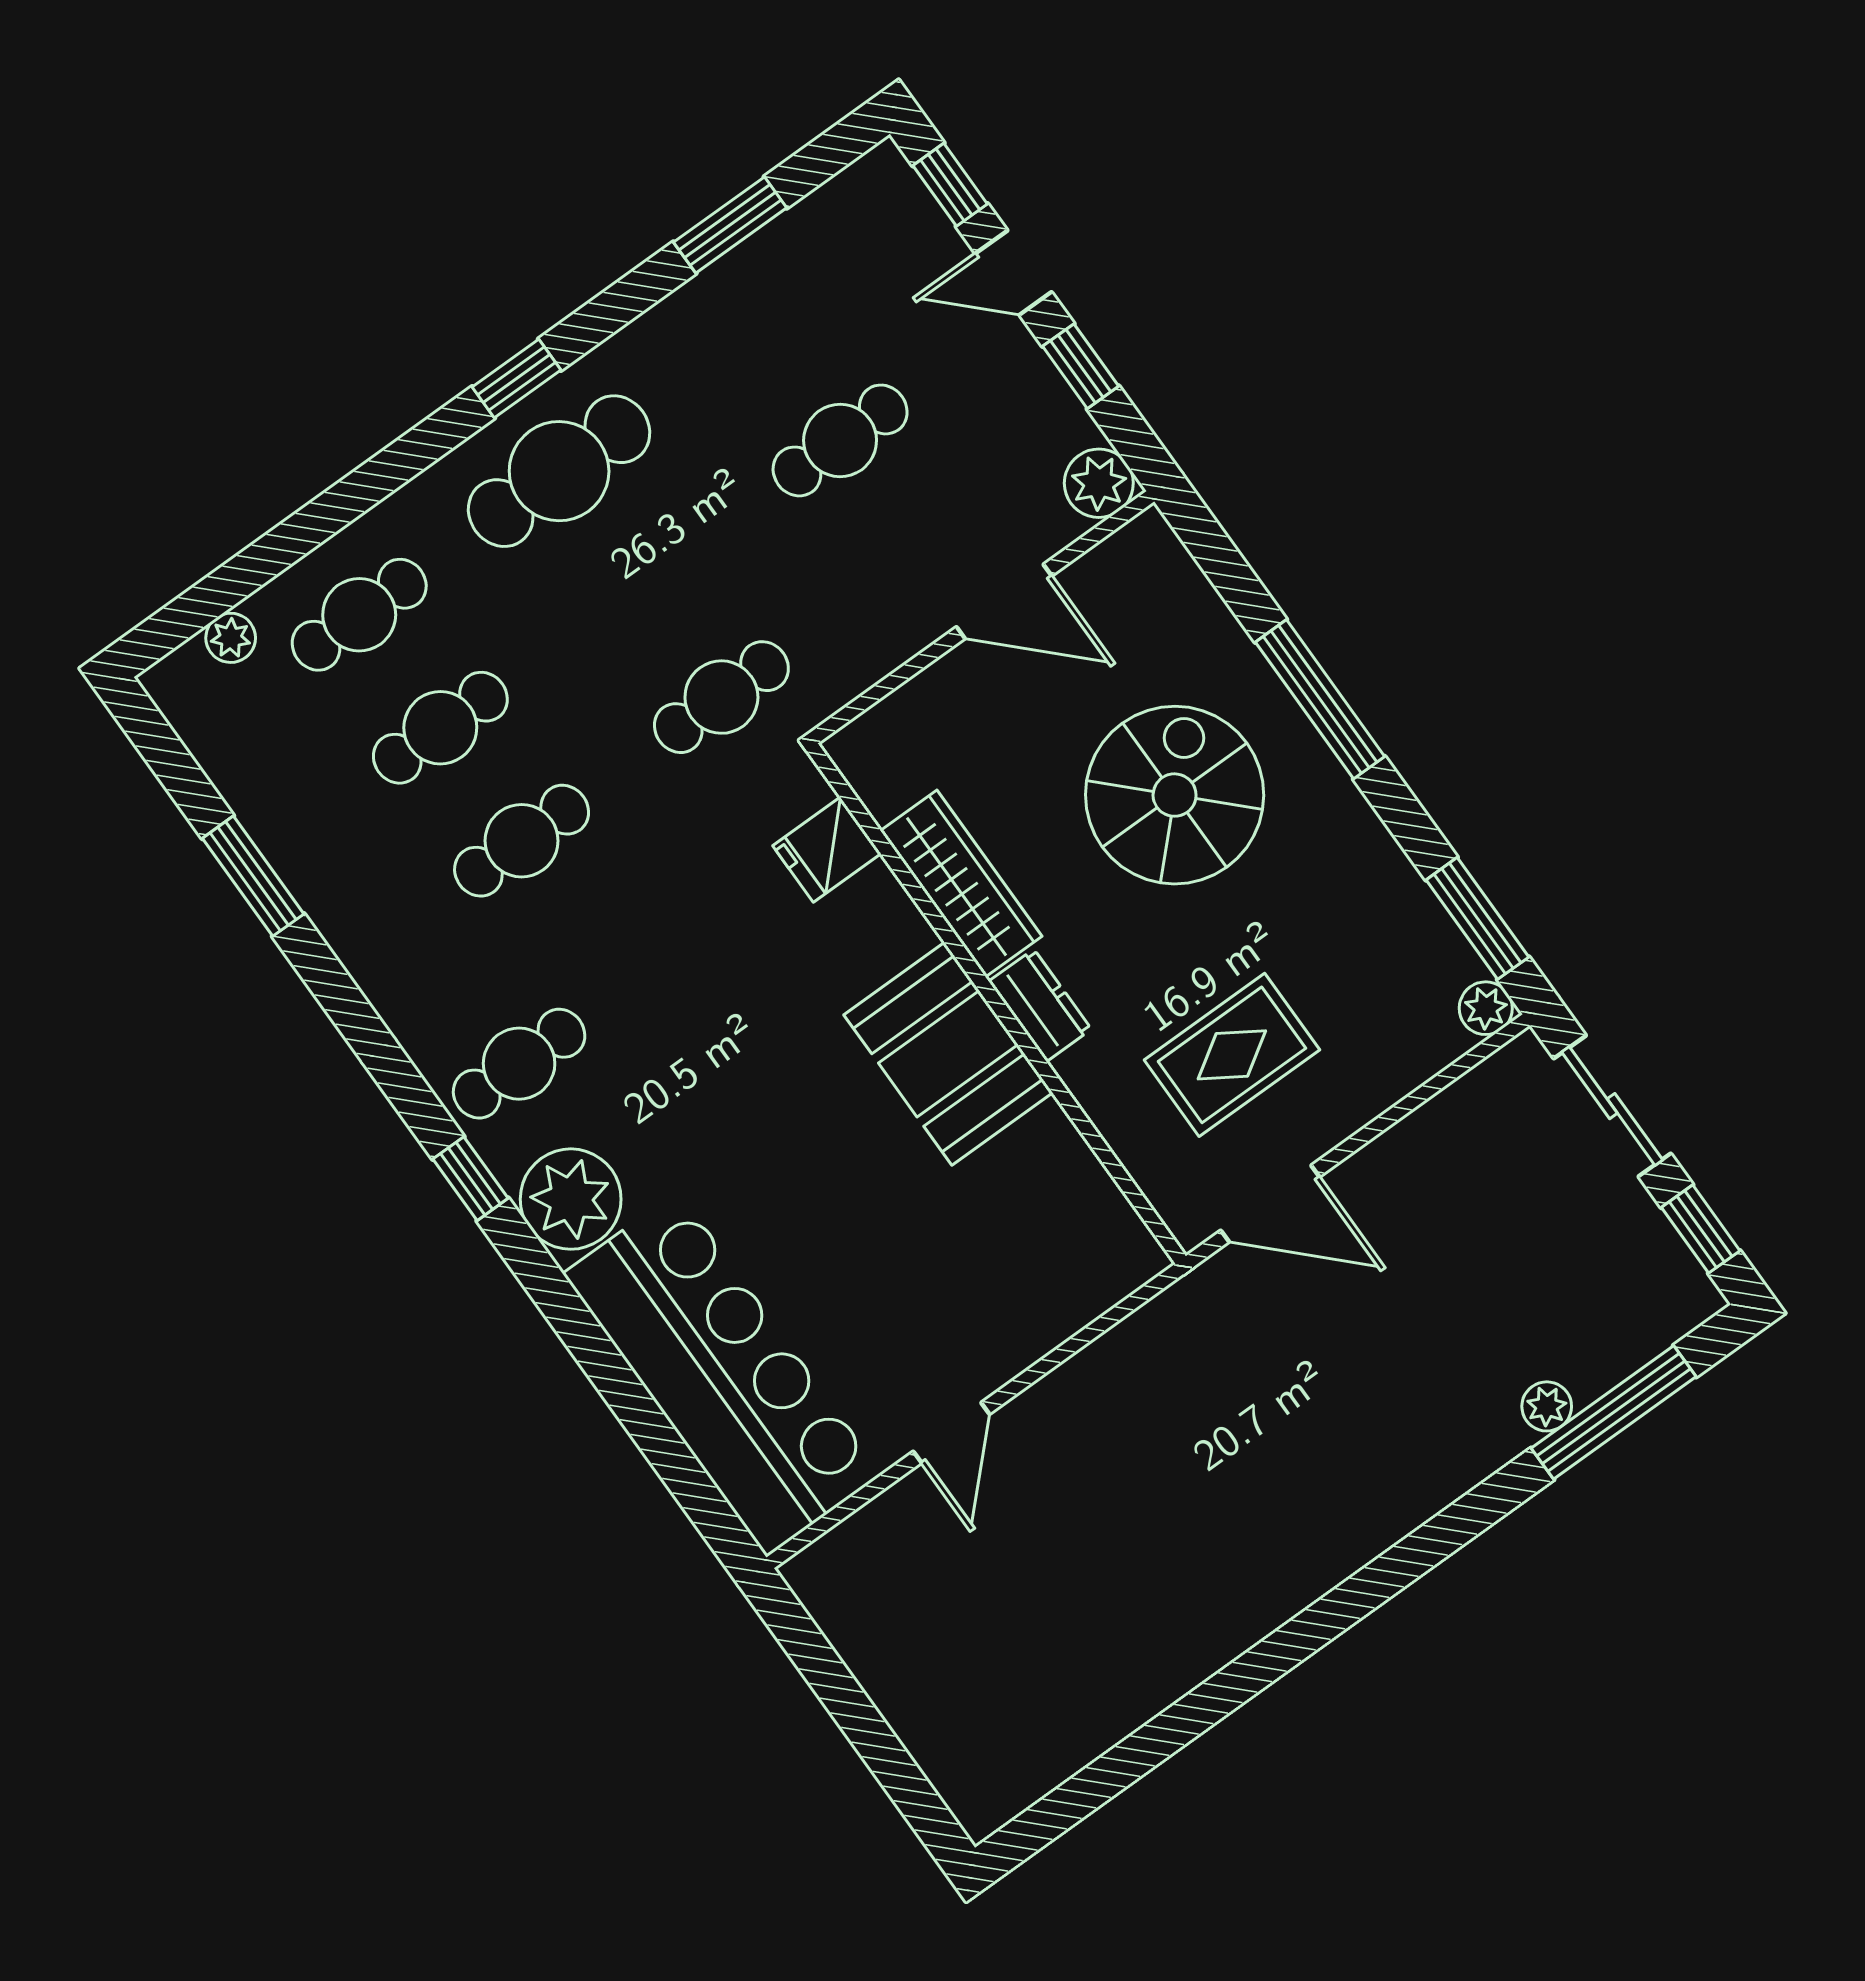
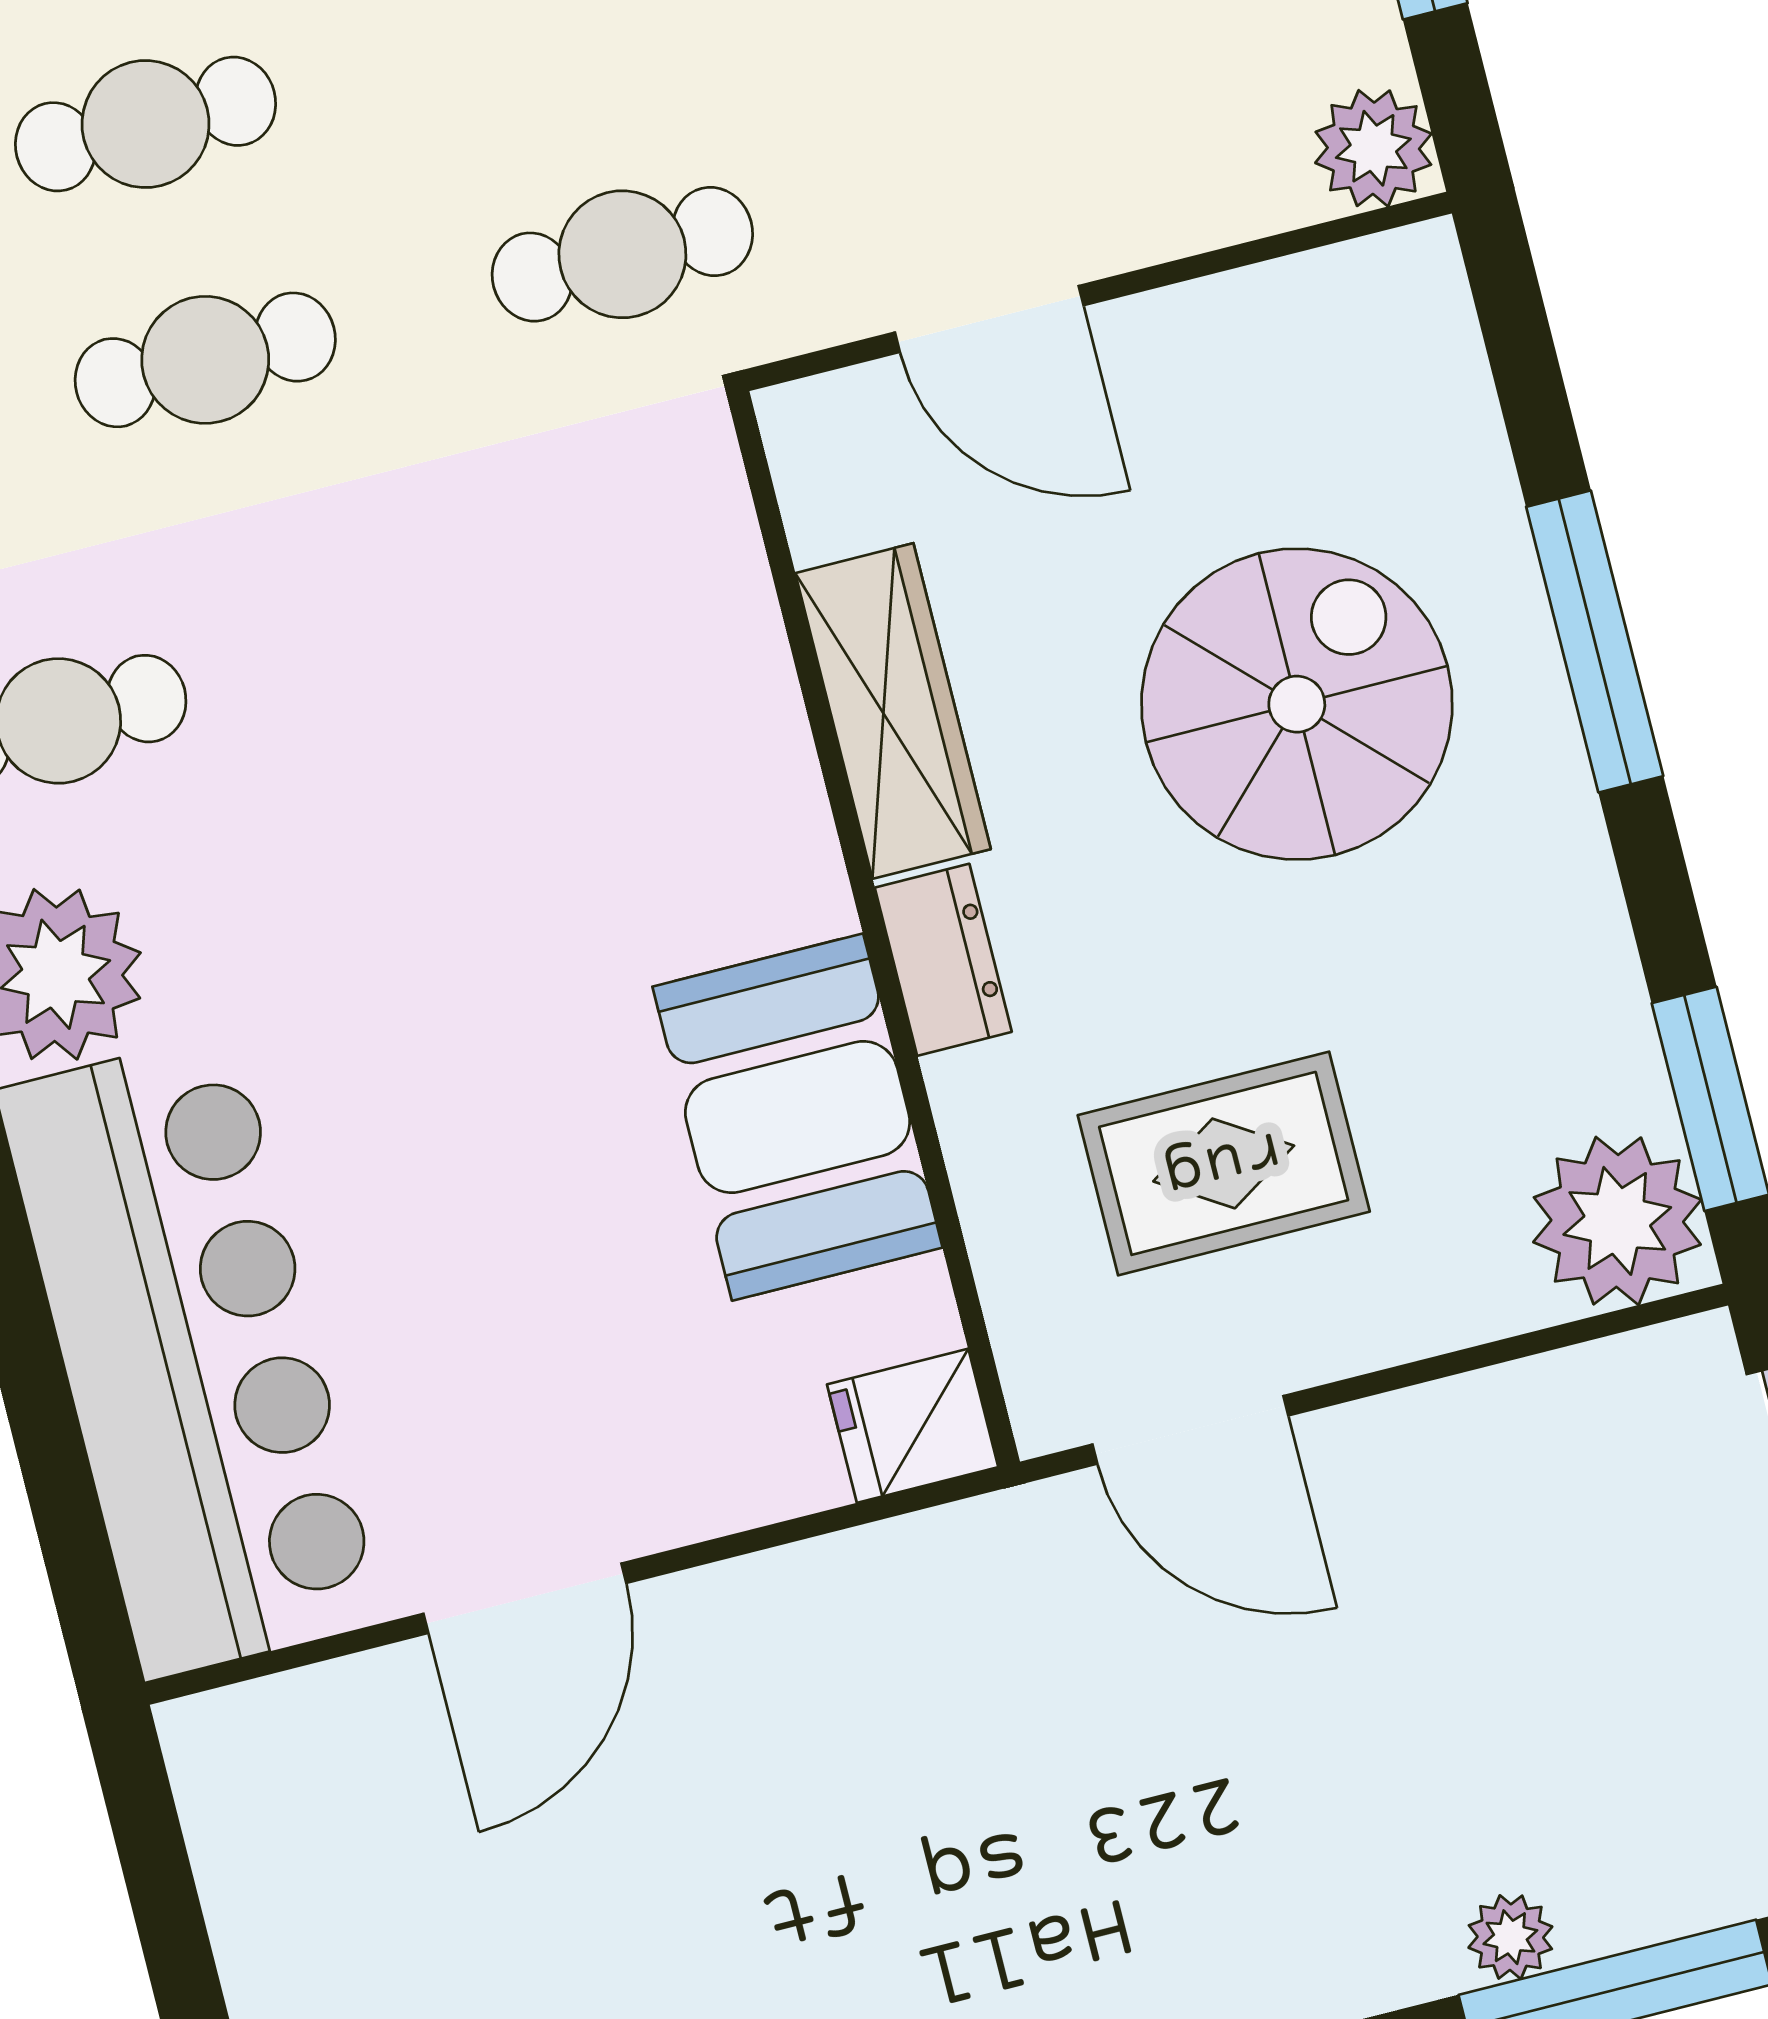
door: (1004, 601) -> (989, 319), moved
fridge: (827, 850) -> (913, 1426), moved
plant: (1486, 1008) -> (1617, 1221), width x1.88, depth x1.88
booth: (948, 1054) -> (798, 1117), moved
door: (951, 1433) -> (525, 1598), width x1.38

